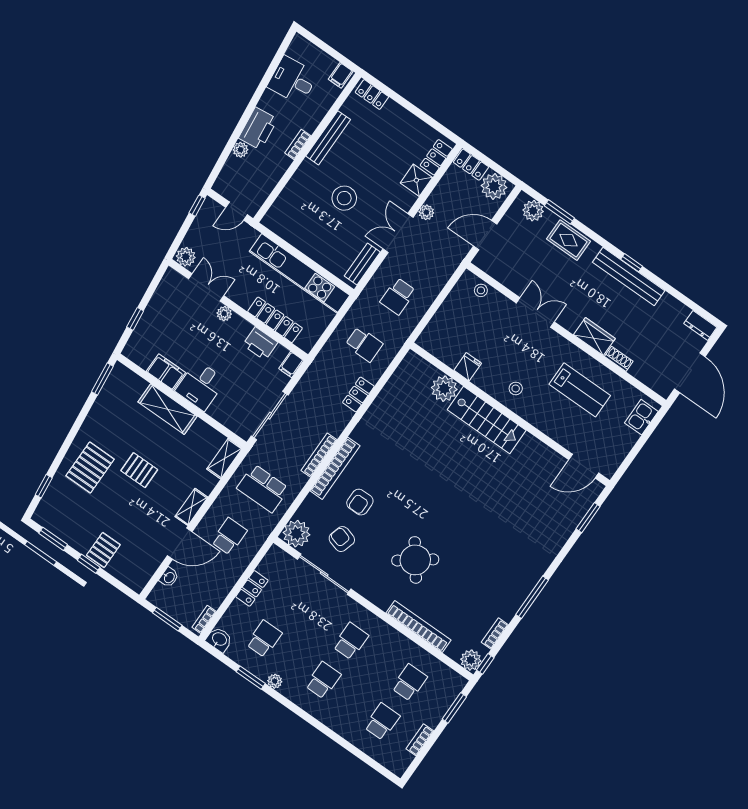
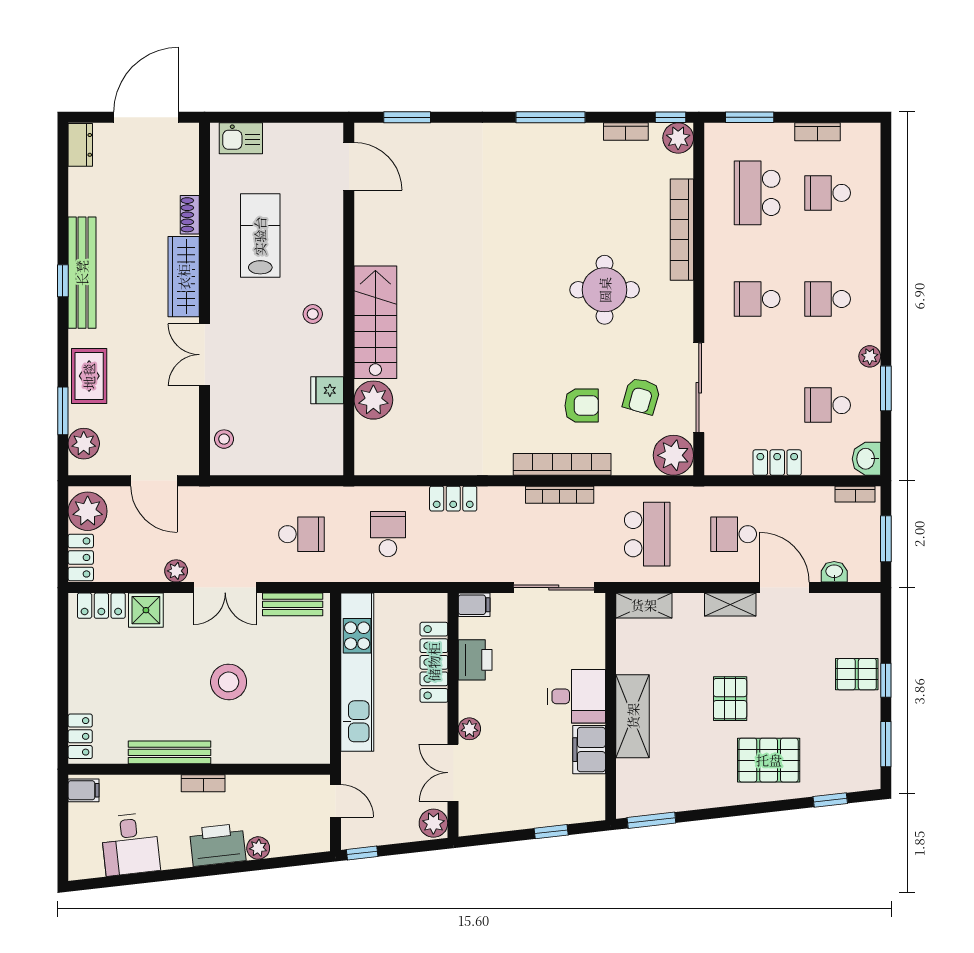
wardrobe: (594, 337) -> (184, 277), width x1.50
round table: (415, 560) -> (605, 290), turned 37
school desk: (409, 682) -> (757, 193), width x1.85

